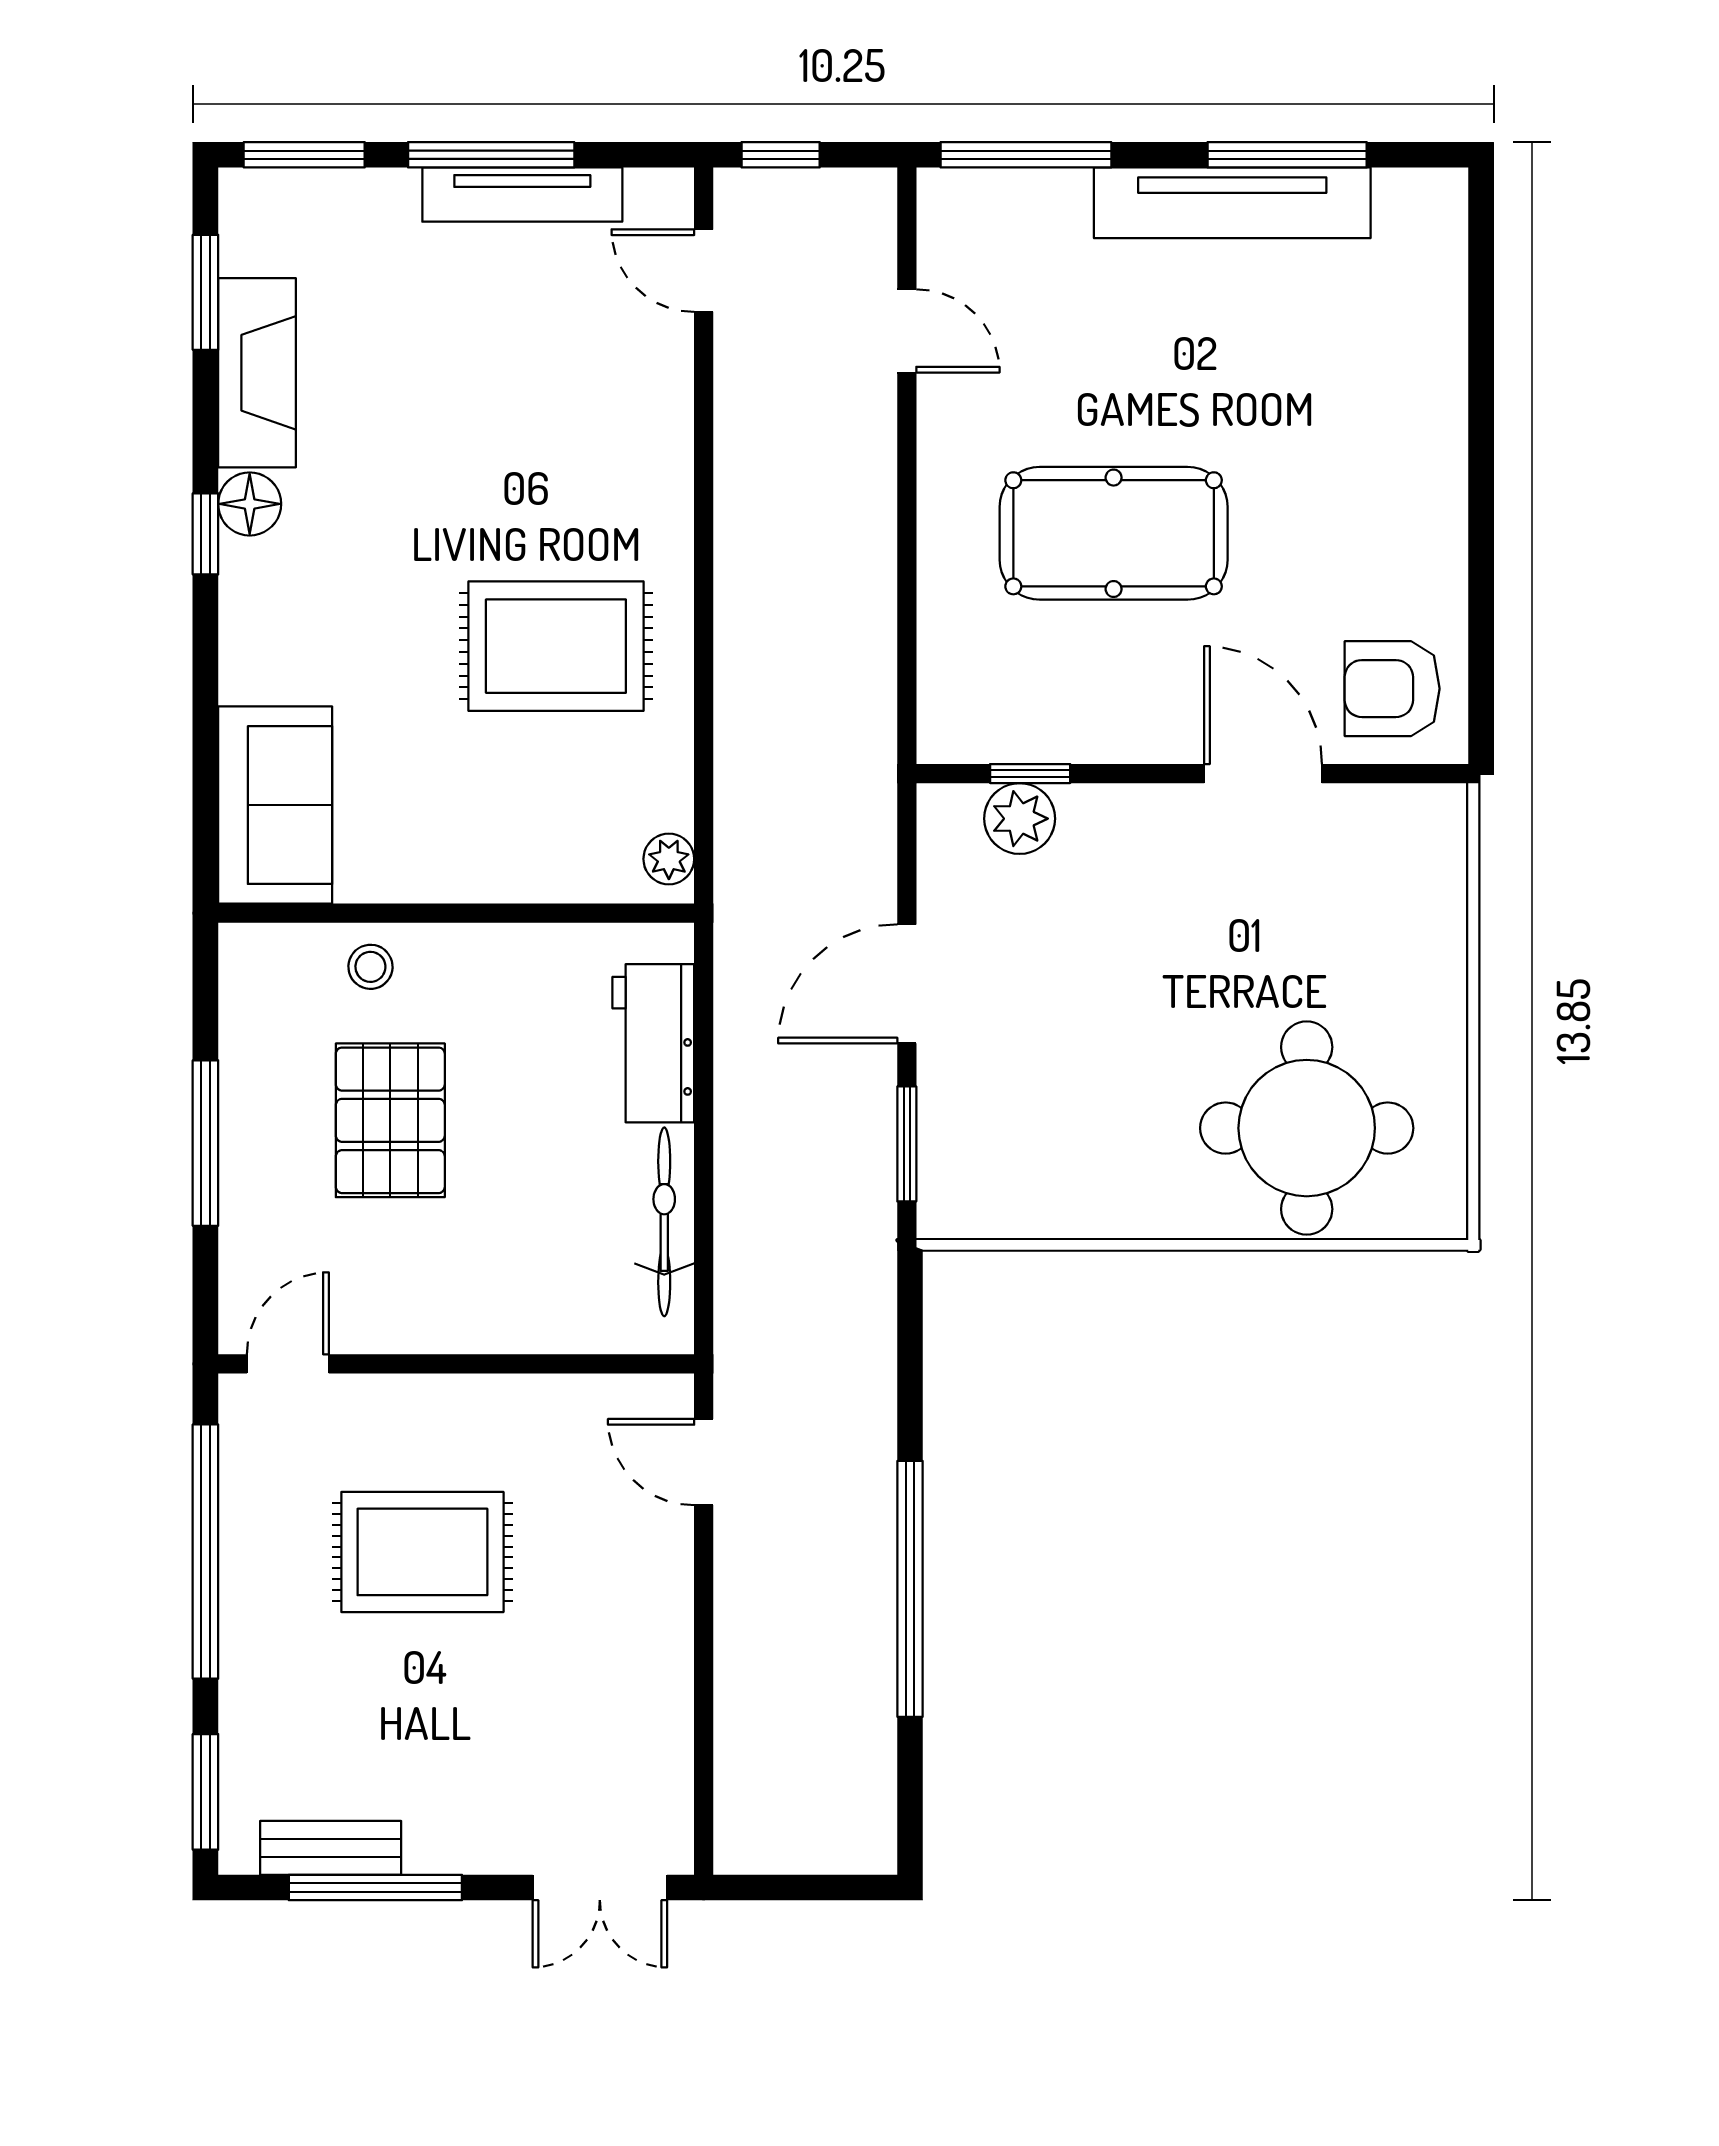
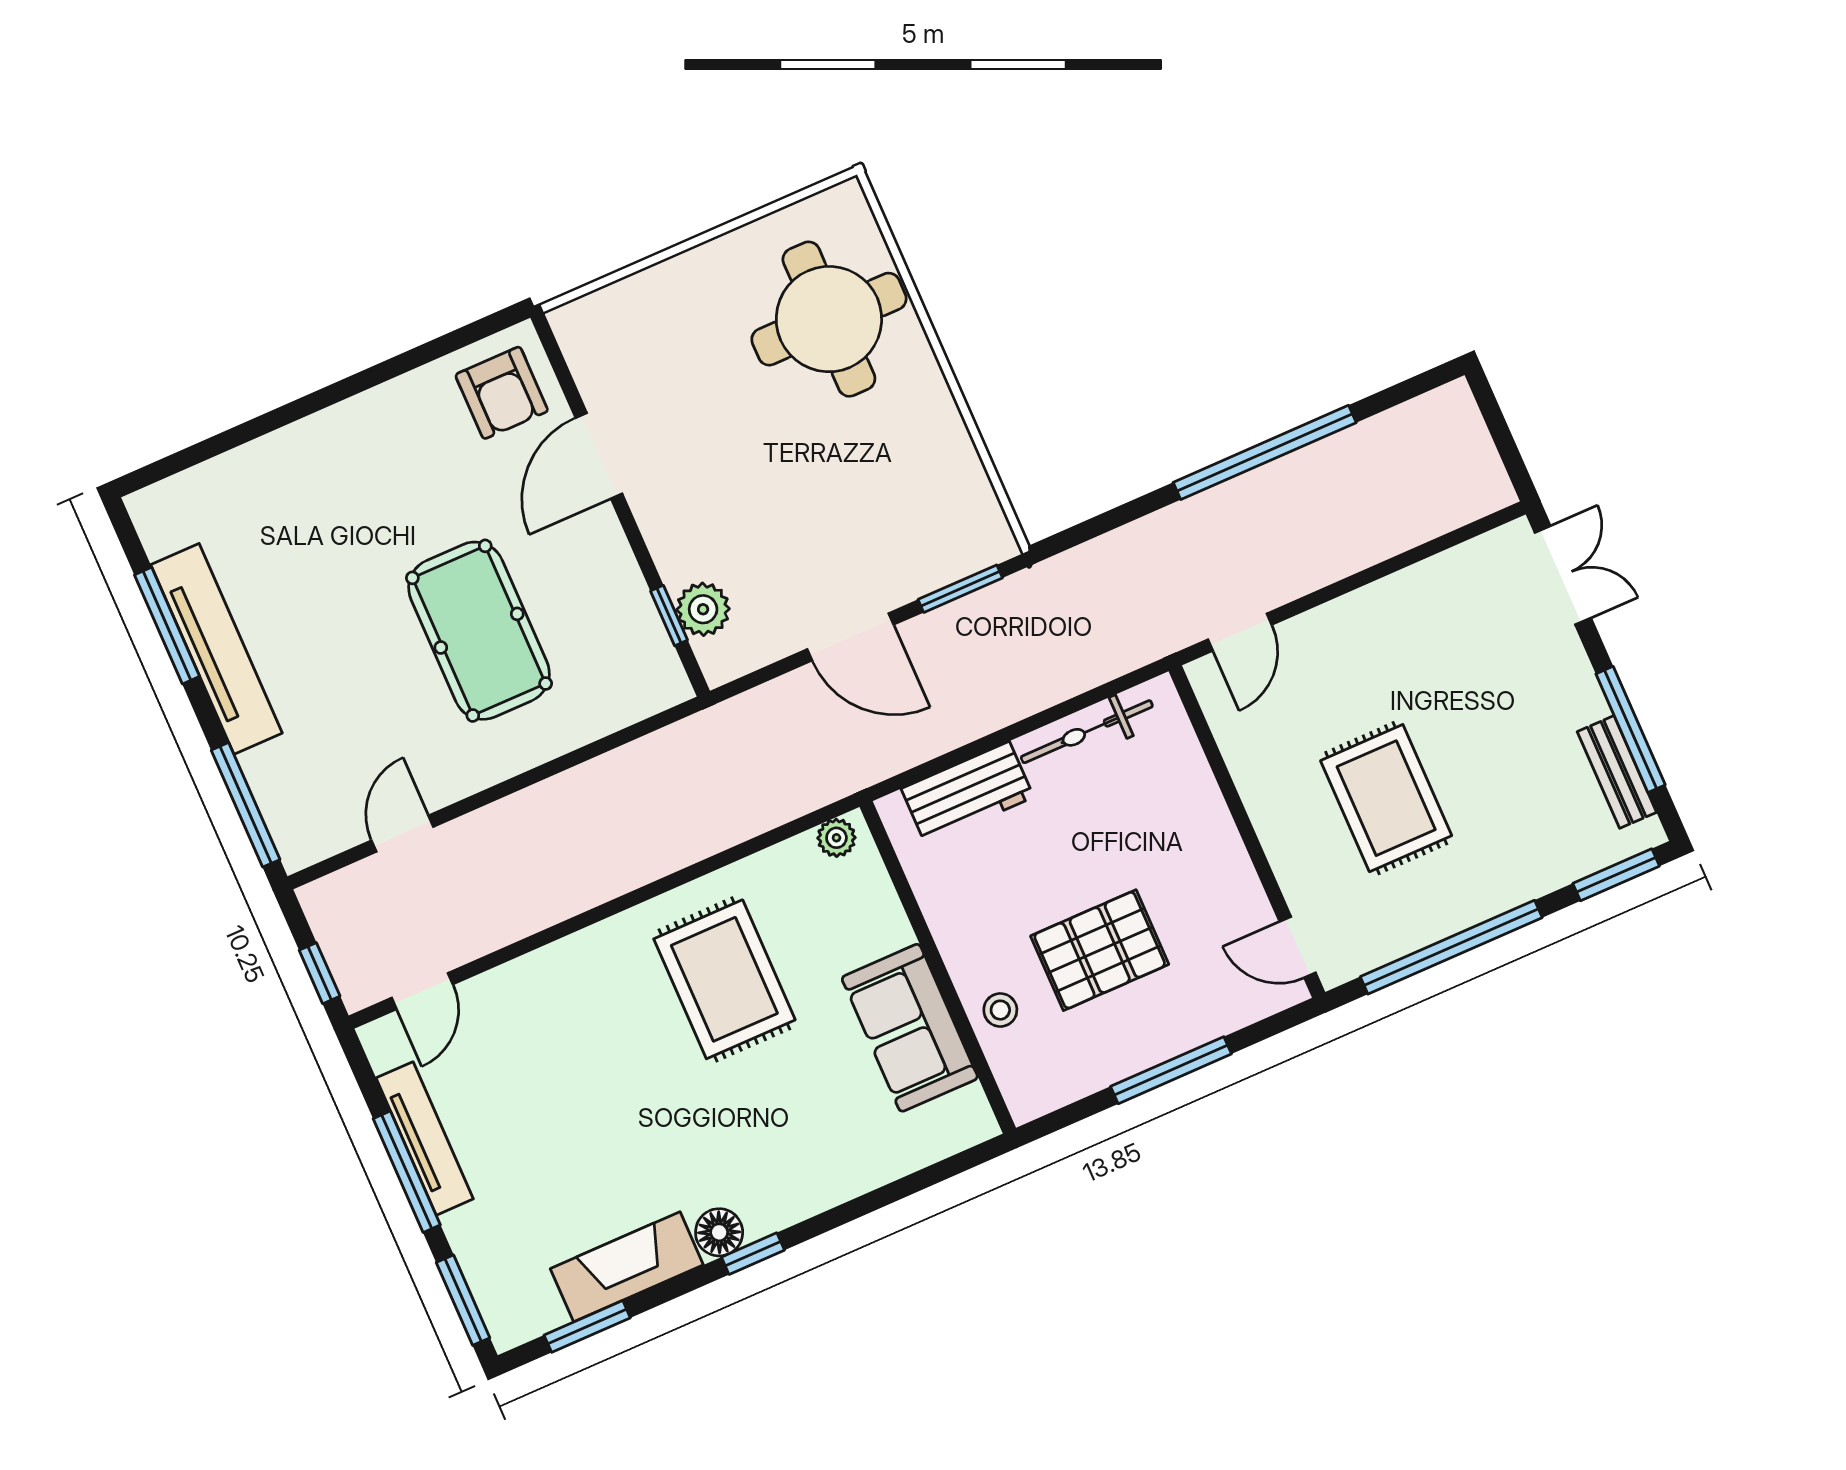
sofa: (275, 805) -> (910, 1028), moved, turned -90

